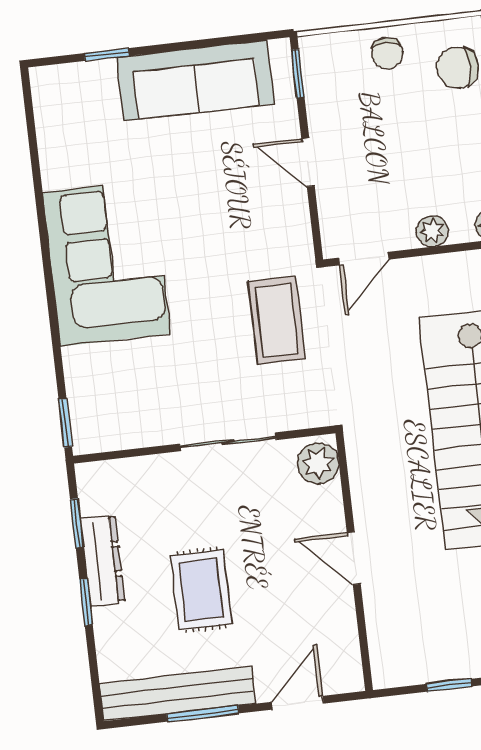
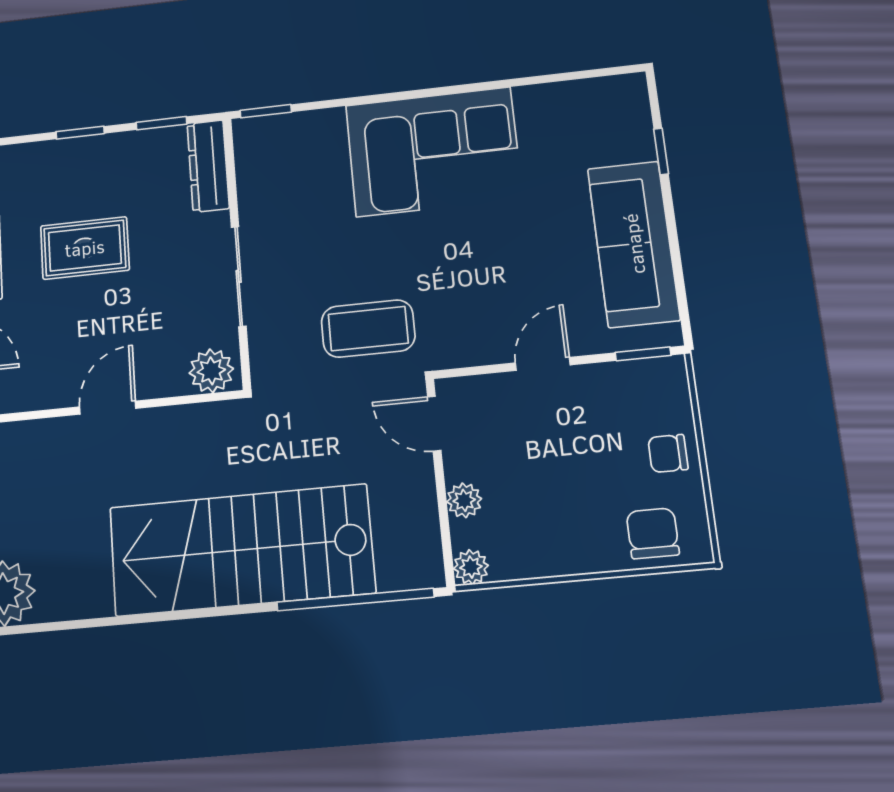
dresser: (103, 560) -> (208, 166), moved, turned 90

